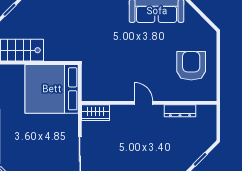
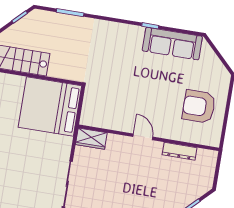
armchair: (191, 66) -> (199, 106), turned -90

